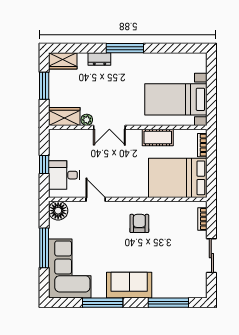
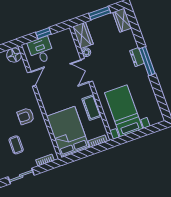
dresser: (99, 59) -> (137, 57), moved
armchair: (139, 223) -> (26, 116), turned 180
coffee table: (171, 248) -> (16, 145), added

